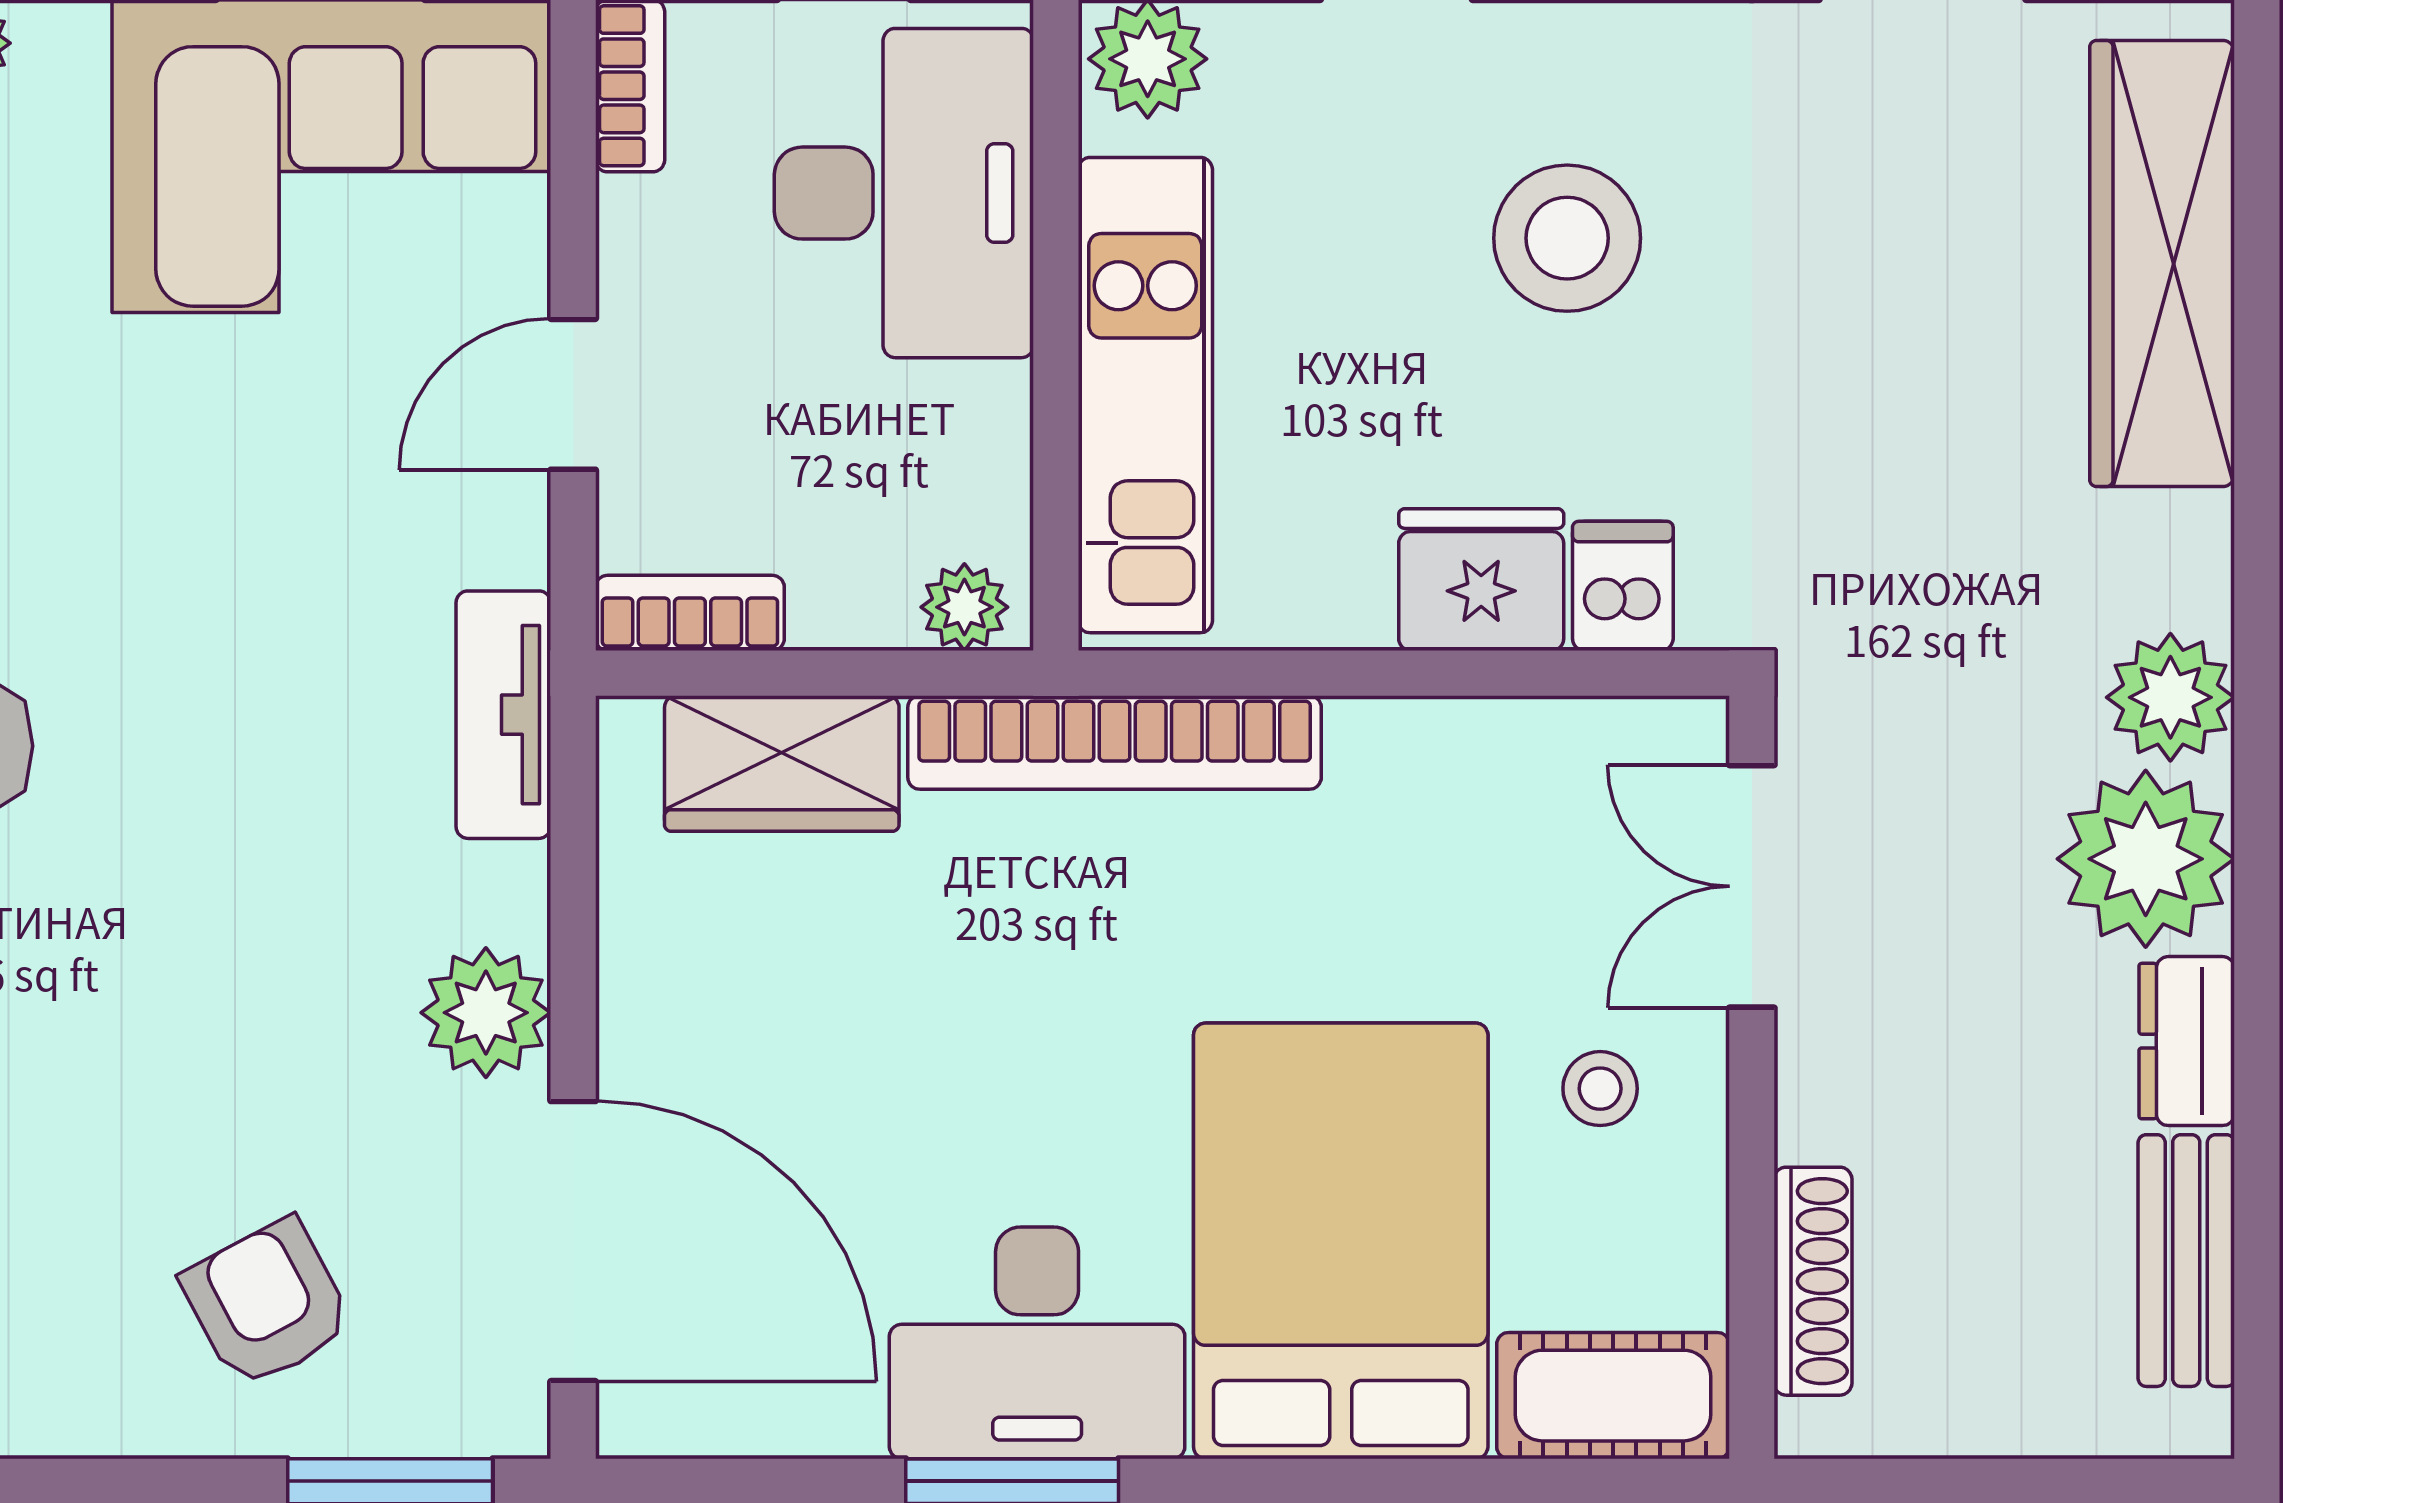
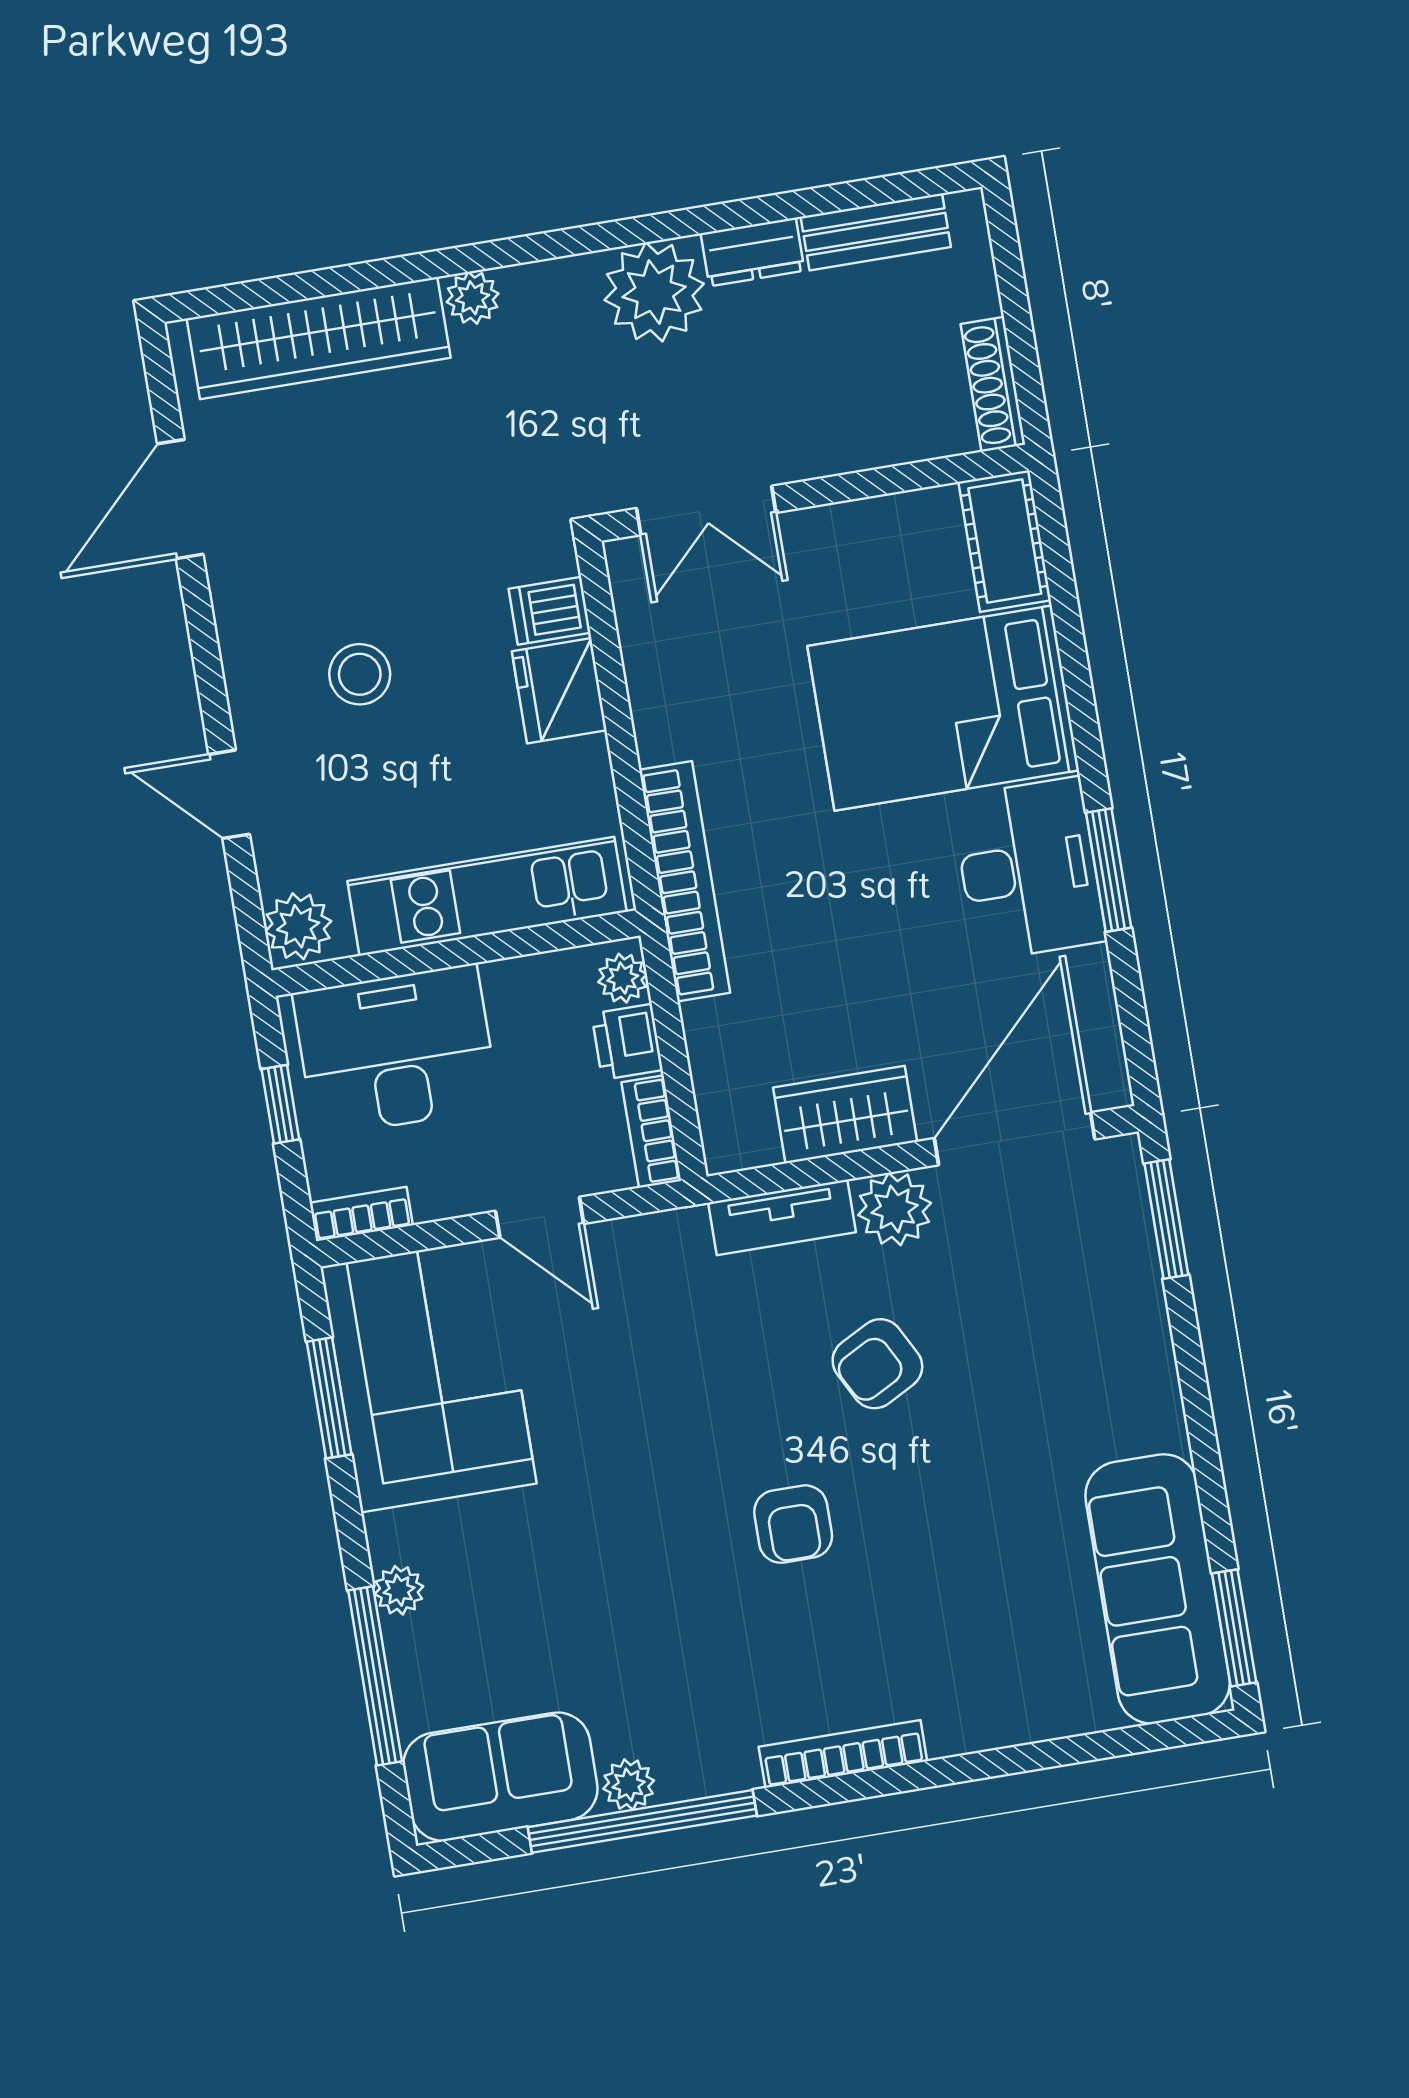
stool: (1567, 238) -> (360, 674), width x0.73, depth x0.73
printer: (853, 597) -> (627, 1042), added
plant: (2170, 697) -> (473, 298), moved, width x0.73, depth x0.73
tv unit: (503, 715) -> (782, 1217), moved
wardrobe: (782, 763) -> (845, 1115), moved, turned -90
stool: (1600, 1089) -> (834, 577), removed
shoe rack: (1813, 1281) -> (993, 384), moved, turned -90
armchair: (267, 1303) -> (877, 1364), moved

